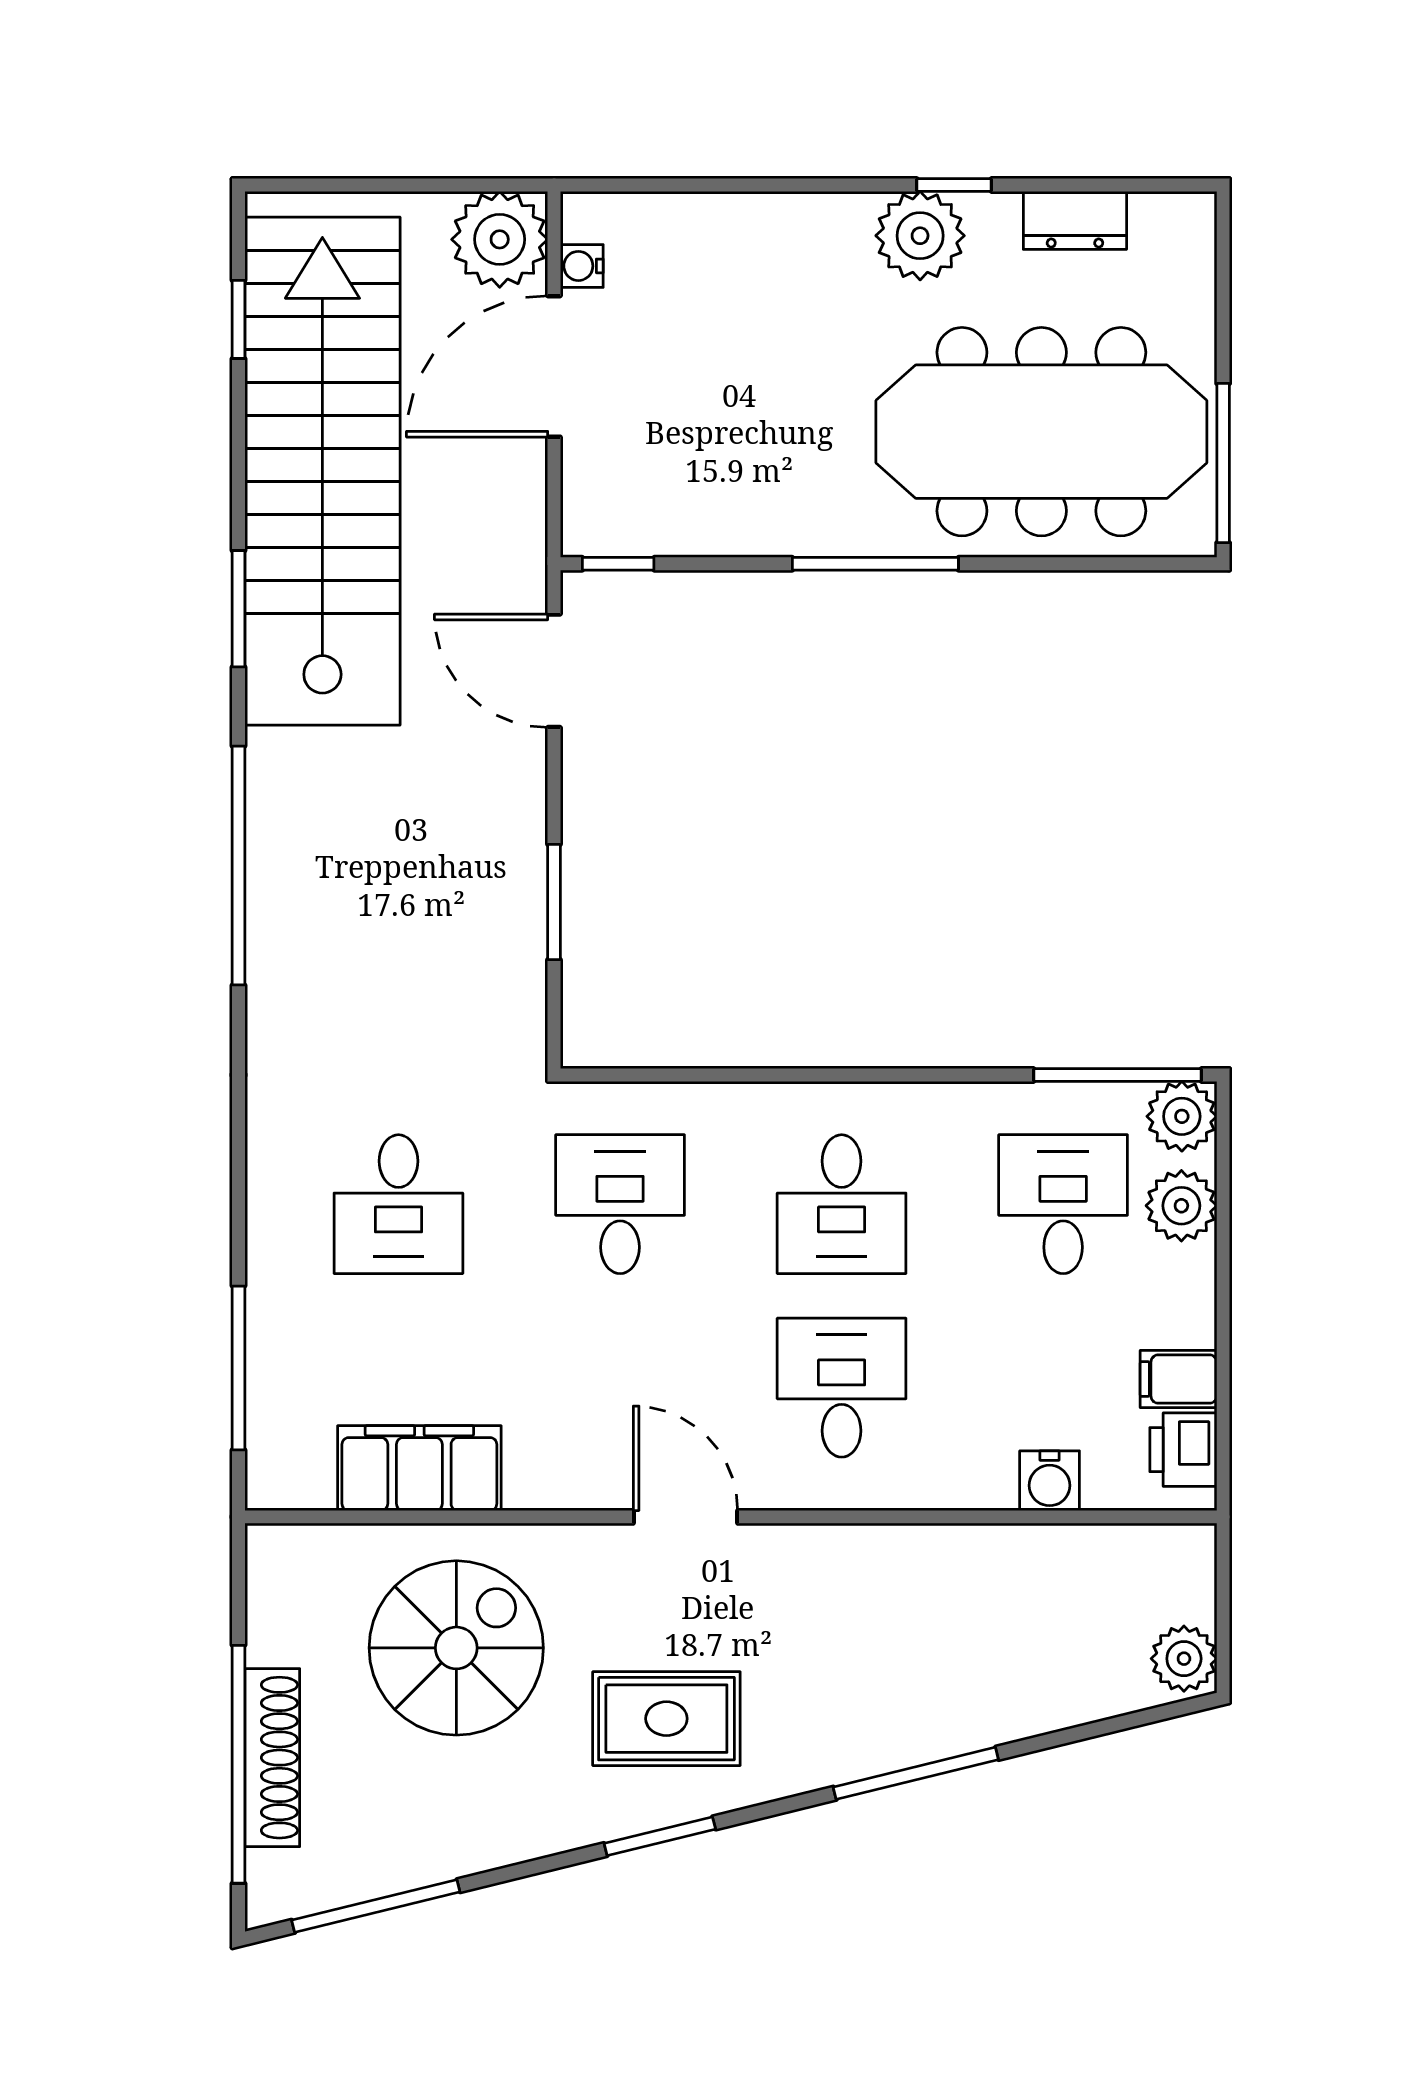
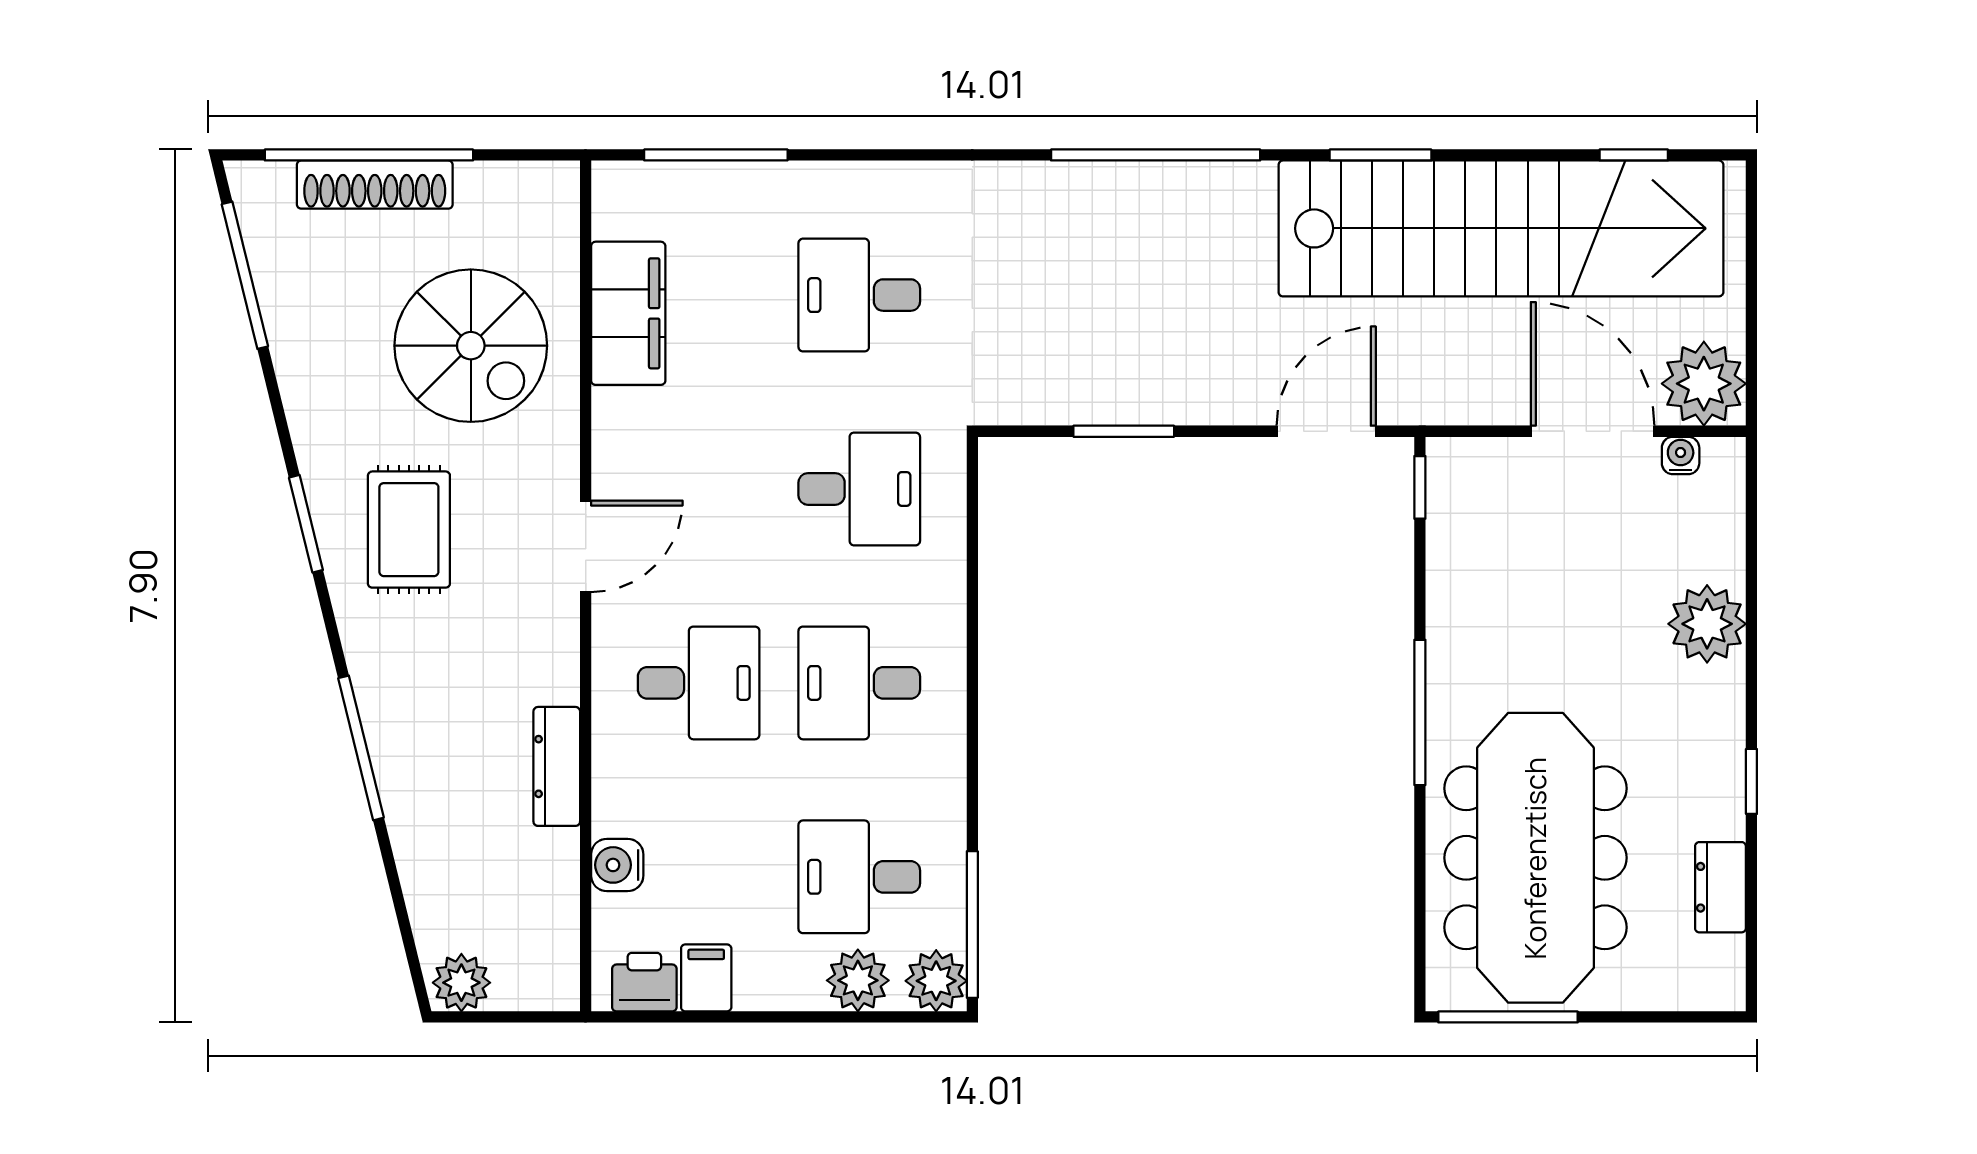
plant: (920, 236) -> (1707, 624), moved
desk: (1063, 1204) -> (859, 877), turned 180
dresser: (937, 1550) -> (557, 766), added

